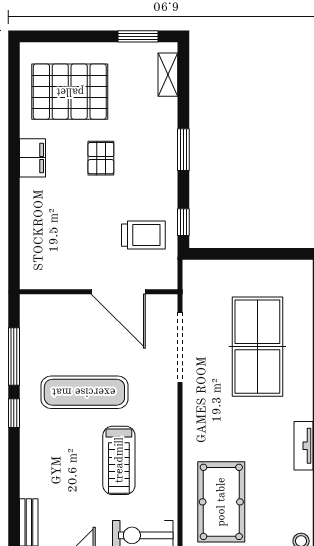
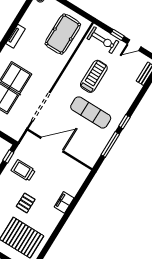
filing cabinet: (33, 158) -> (64, 202), moved
trolley: (143, 235) -> (23, 170), moved
door: (118, 292) -> (52, 145), hinge flipped

